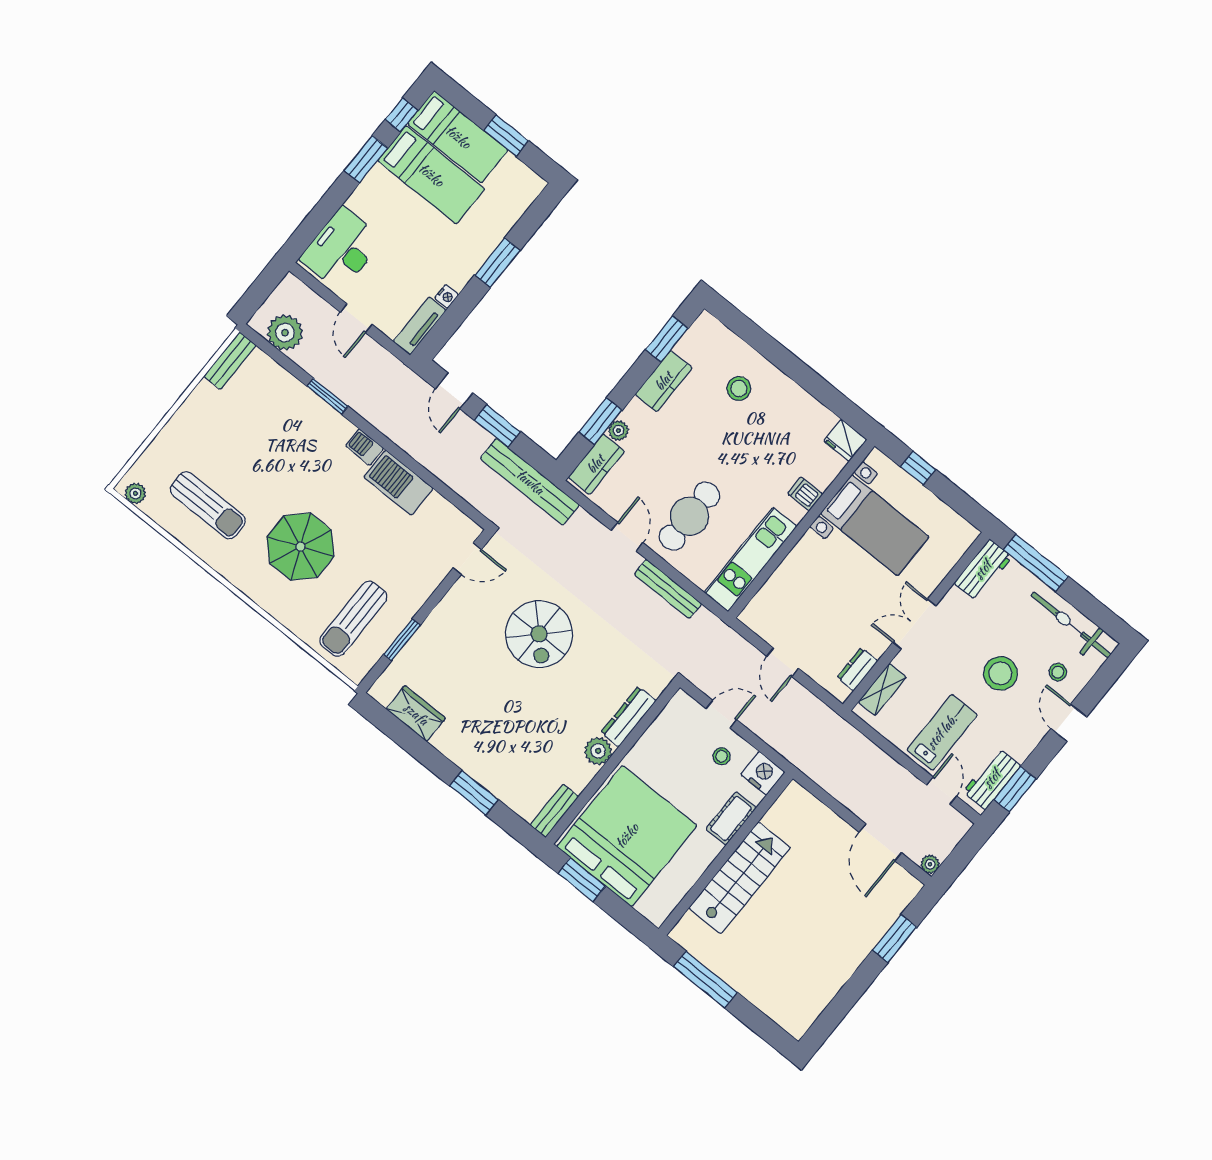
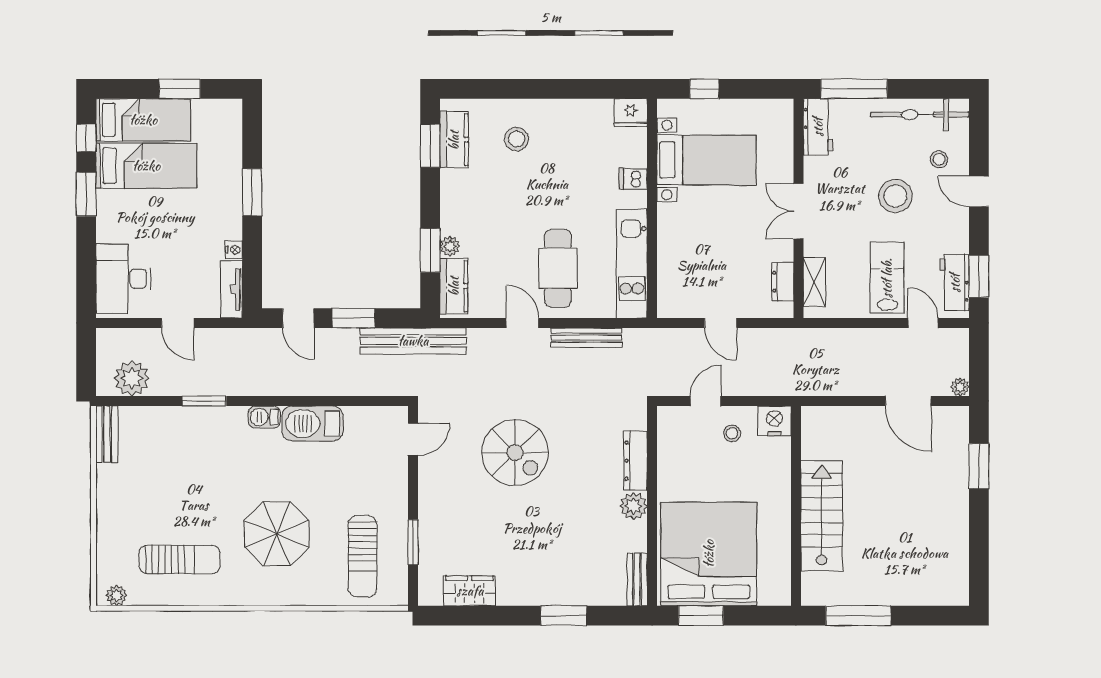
kitchen counter: (664, 381) -> (454, 140), moved
cot: (731, 818) -> (778, 475), removed

